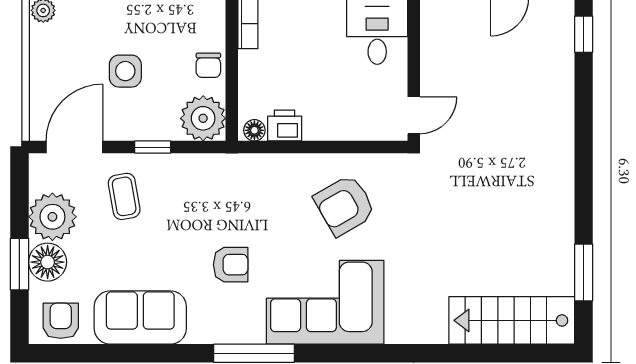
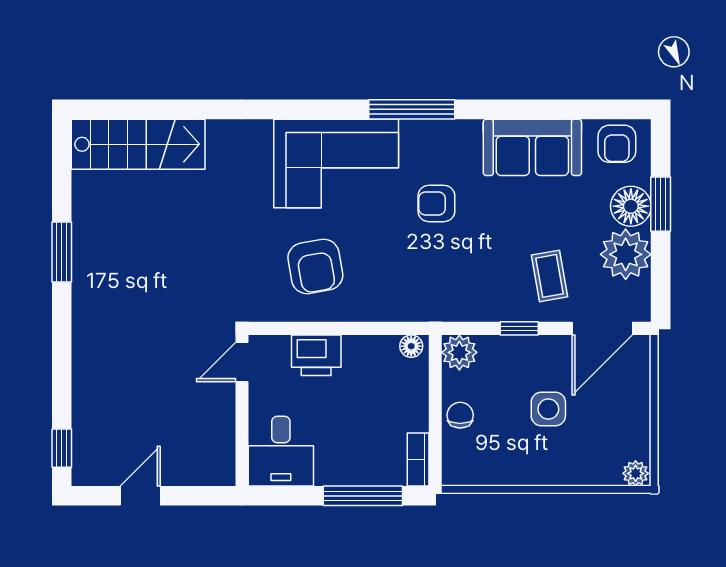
plant: (203, 118) -> (459, 352), width x0.73, depth x0.73
printer: (285, 125) -> (316, 355), moved, width x1.36, depth x1.24
armchair: (345, 205) -> (315, 266), turned 110
window: (584, 272) -> (62, 252), moved

